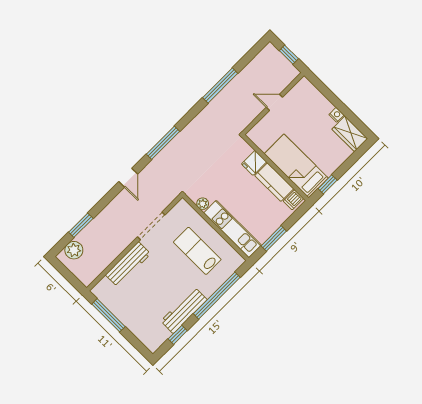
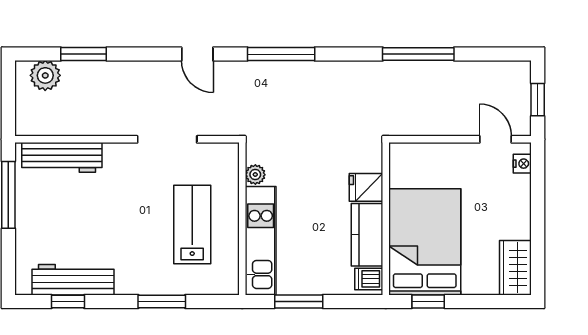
door: (274, 102) -> (496, 139), moved
nightstand: (336, 115) -> (522, 164), moved
bed: (296, 166) -> (425, 242), width x1.50
door: (128, 178) -> (197, 54), hinge flipped
workbench: (128, 264) -> (62, 157), moved
window: (217, 296) -> (162, 301), width x0.47
workbench: (184, 310) -> (73, 280), moved

